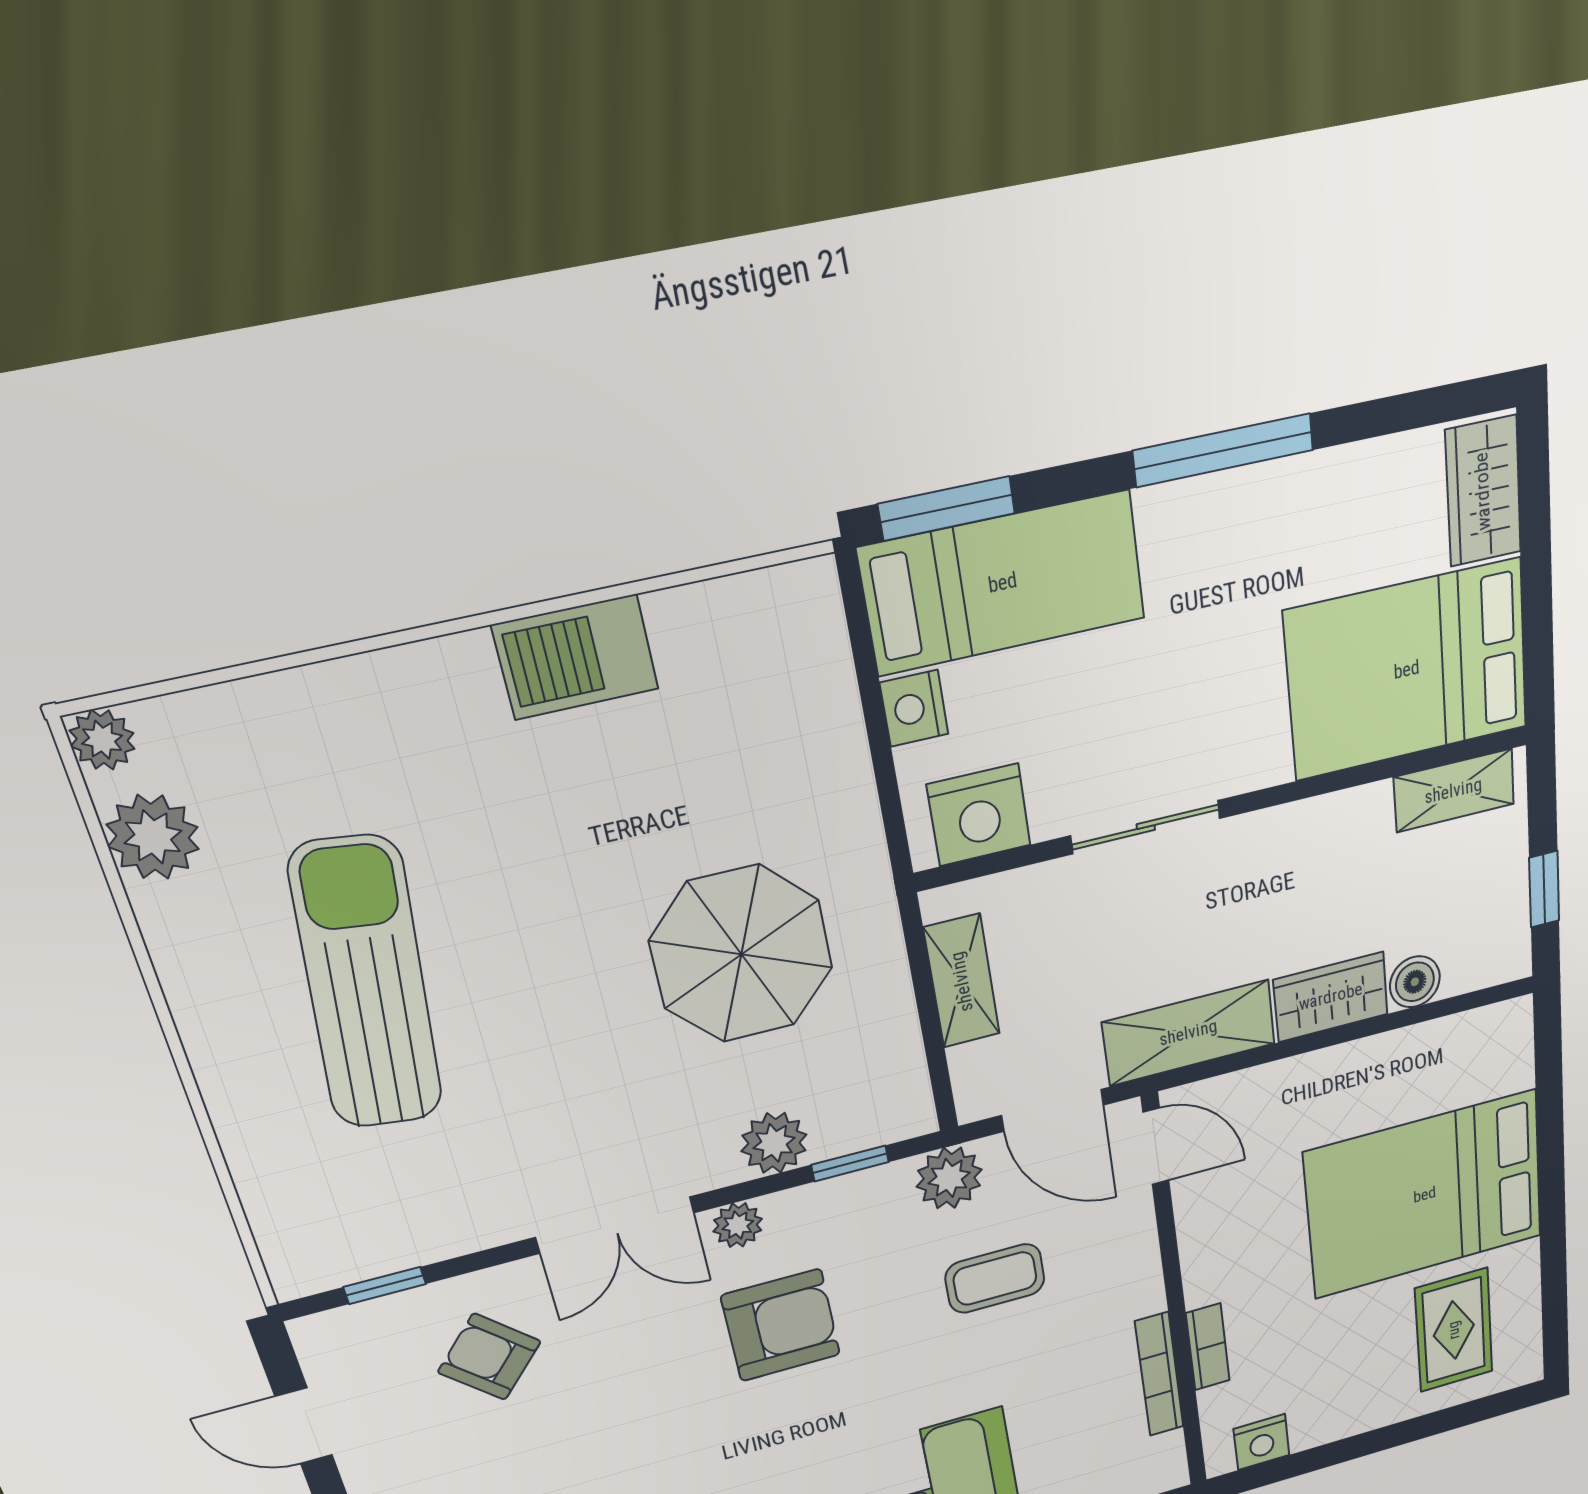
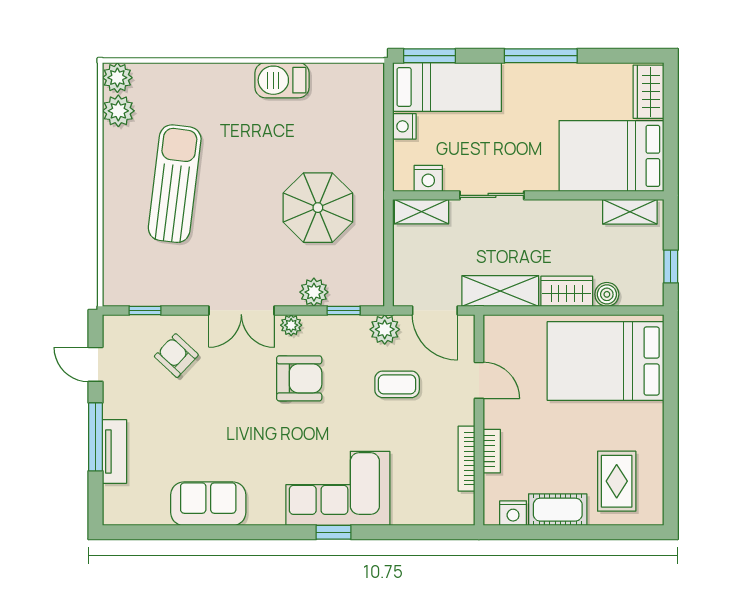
plant: (102, 740) -> (117, 78), width x1.38, depth x1.38
nightstand: (979, 815) -> (428, 178), width x0.74, depth x0.75
shelving: (962, 981) -> (421, 212), moved, turned 90
door: (1156, 1146) -> (479, 380), moved
bed: (1425, 1195) -> (606, 361), moved
cot: (1346, 1411) -> (558, 510), added

